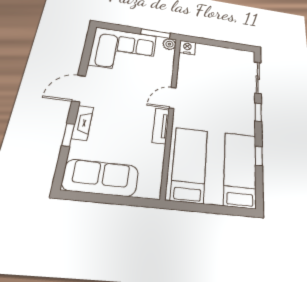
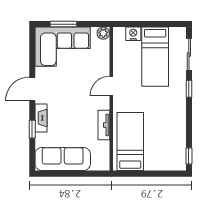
window: (156, 34) -> (63, 24), moved
nightstand: (187, 48) -> (133, 34), moved
tv unit: (161, 126) -> (104, 125), moved
window: (259, 156) -> (189, 156), moved
bed: (240, 170) -> (155, 57), moved, turned 180

